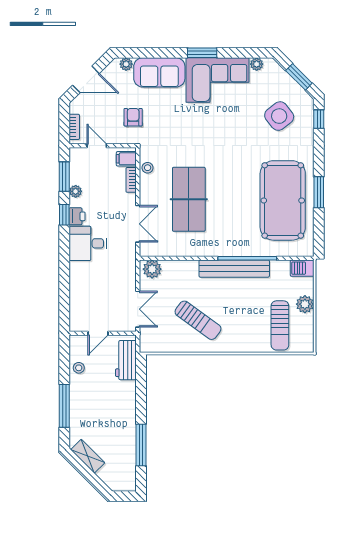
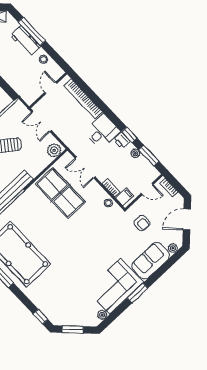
side table: (279, 116) -> (63, 298), removed
table tennis table: (189, 199) -> (60, 193), moved
bookcase: (76, 293) -> (83, 99), added
workbench: (126, 360) -> (25, 41), moved, turned 180

